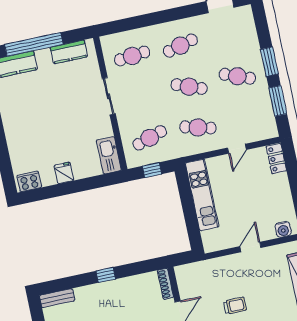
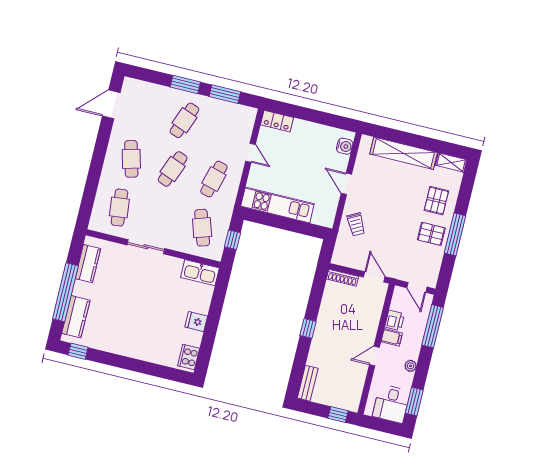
trolley: (235, 306) -> (356, 224), moved, turned 152

